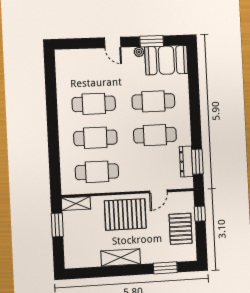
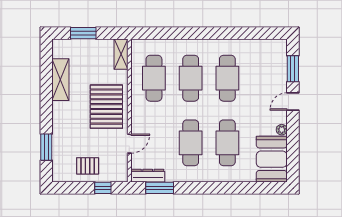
window: (152, 41) -> (293, 69), moved
dresser: (186, 161) -> (148, 176), moved
door: (158, 191) -> (129, 144), swing flipped
window: (57, 225) -> (83, 33), moved
pallet: (181, 229) -> (88, 166), width x0.67, depth x0.71
shelving: (121, 257) -> (60, 80), moved

